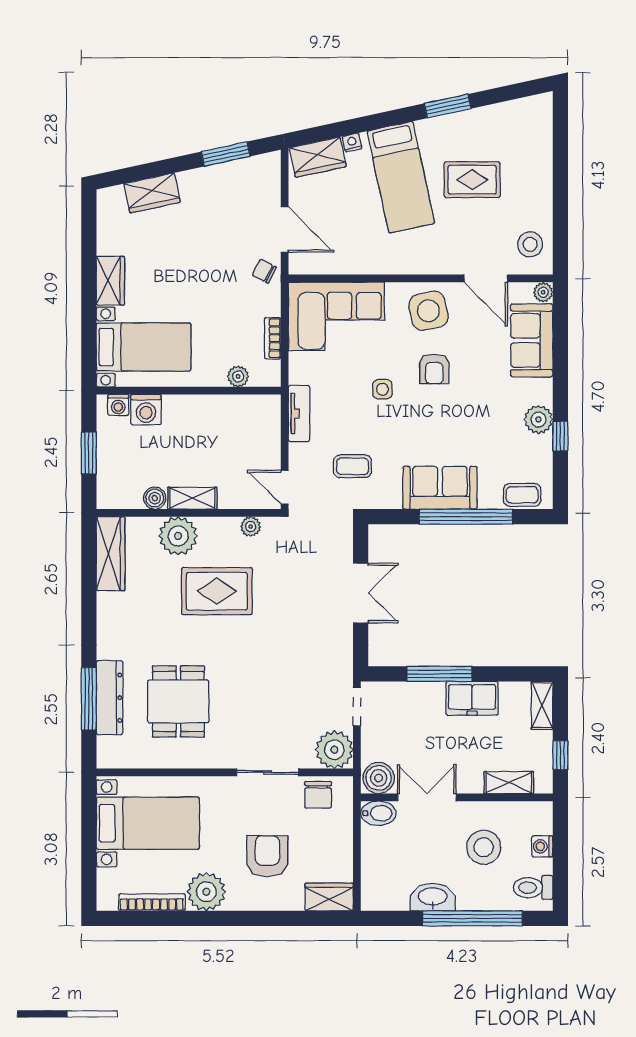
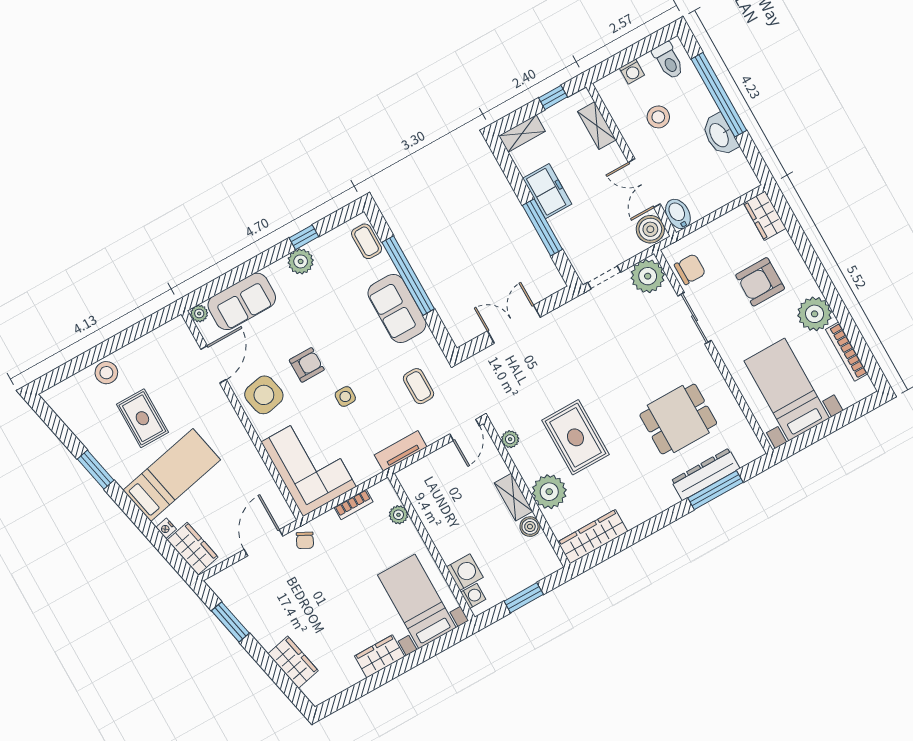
stool: (530, 244) -> (106, 373), moved
stool: (484, 847) -> (658, 117), width x0.73, depth x0.73

